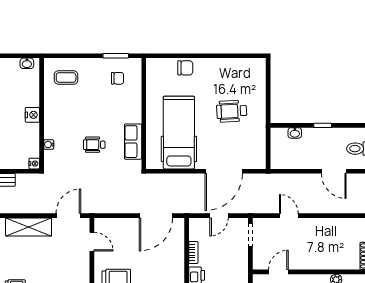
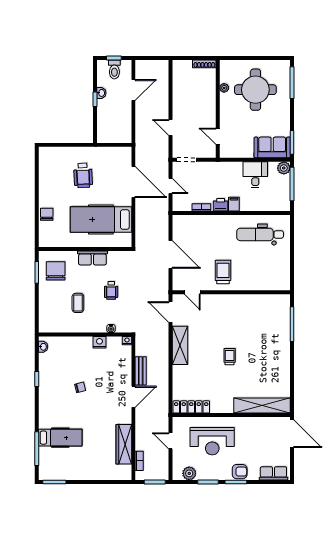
coffee table: (66, 78) -> (78, 303), moved
chair: (118, 78) -> (56, 271), width x1.87, depth x1.87
nightstand: (32, 115) -> (99, 342), moved
washbasin: (295, 133) -> (101, 93), moved
row of seats: (133, 142) -> (92, 258), moved
door: (156, 216) -> (171, 254), moved
door: (289, 216) -> (171, 127), hinge flipped
door: (92, 242) -> (192, 292), swing flipped

